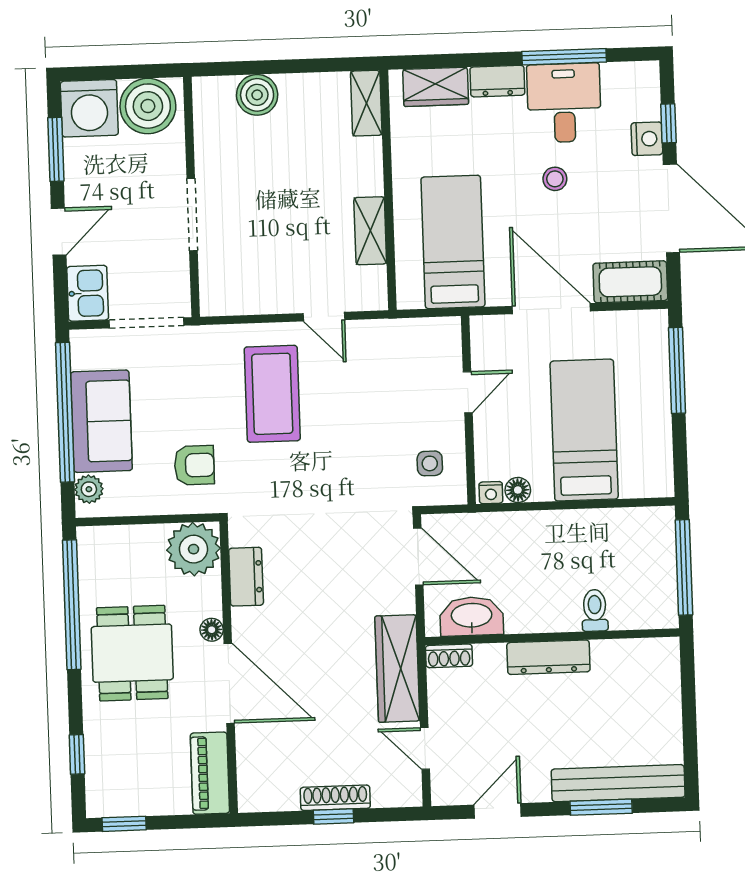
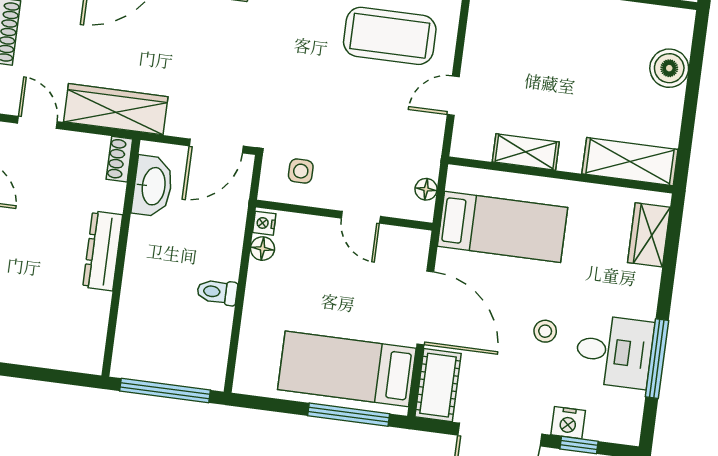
dresser: (497, 81) -> (645, 293), removed
shelving: (366, 103) -> (630, 162), width x1.50, depth x1.33
door: (551, 309) -> (425, 308), hinge flipped
floor lamp: (427, 329) -> (426, 189), added
bed: (584, 430) -> (347, 369), moved, turned 180
toilet: (595, 610) -> (217, 292), moved, turned 180
door: (425, 748) -> (37, 122), hinge flipped

